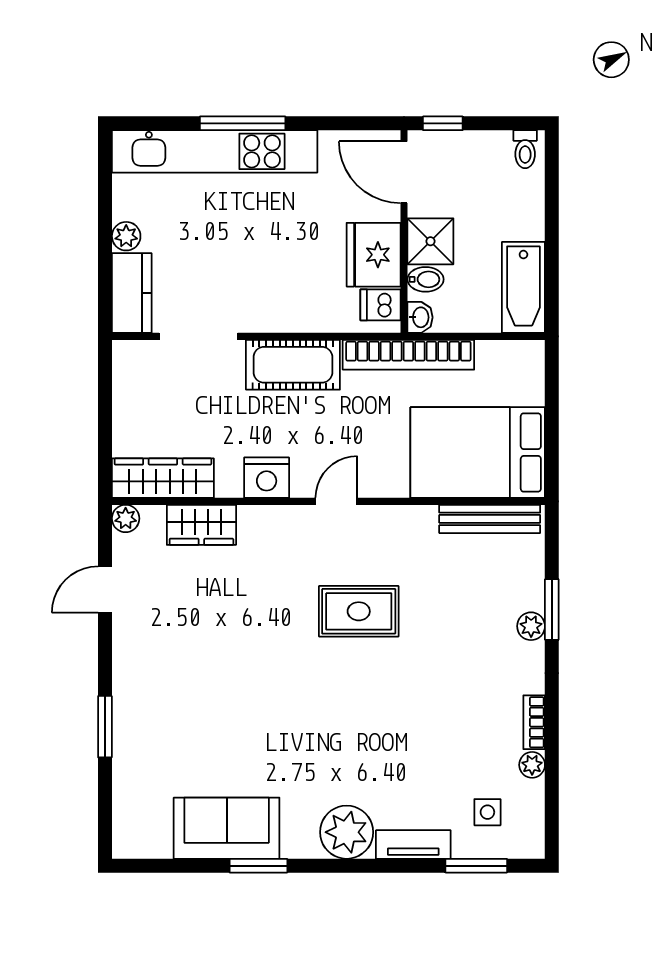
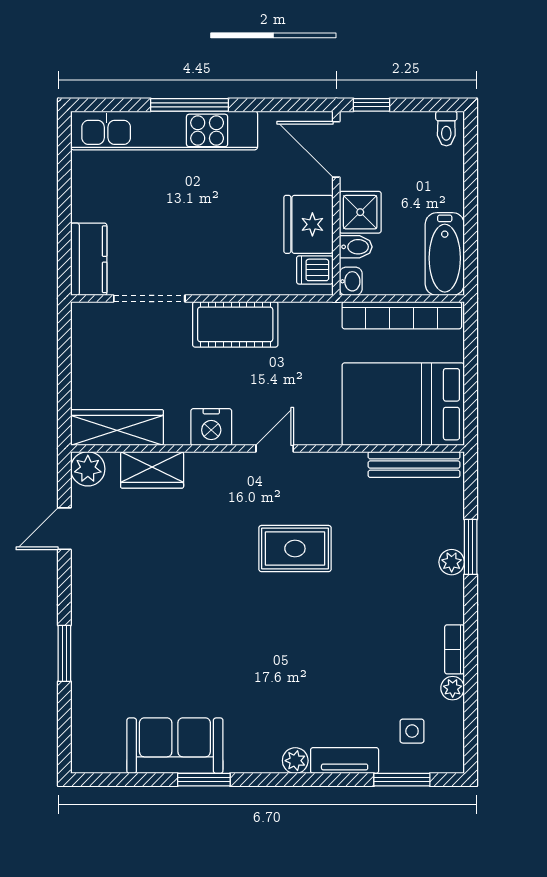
plant: (126, 236) -> (84, 208), removed
bookcase: (408, 355) -> (402, 315), moved
plant: (126, 518) -> (88, 469), width x1.38, depth x1.38
plant: (347, 832) -> (295, 761), width x0.53, depth x0.53

